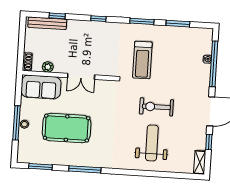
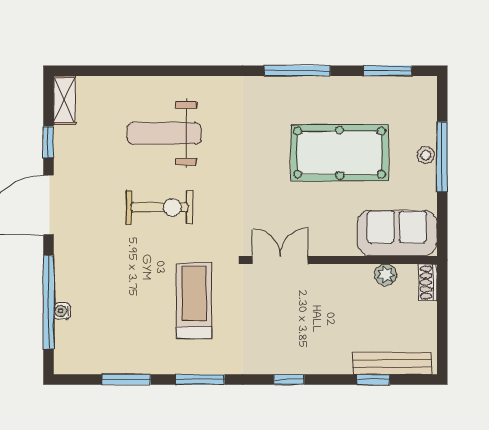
double door: (81, 76) -> (280, 260), moved
weight bench: (152, 143) -> (164, 133), turned 90

